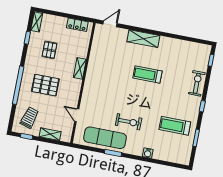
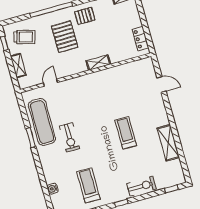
door: (110, 24) -> (161, 84), moved
shelving: (143, 39) -> (168, 143), moved
pallet: (49, 50) -> (85, 16), moved
water cooler: (148, 153) -> (53, 189), moved

